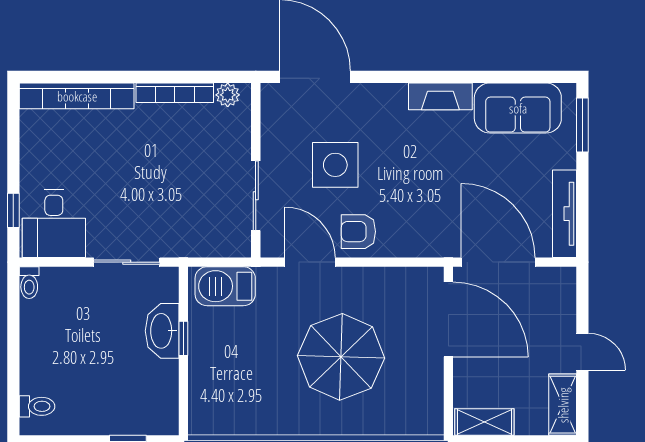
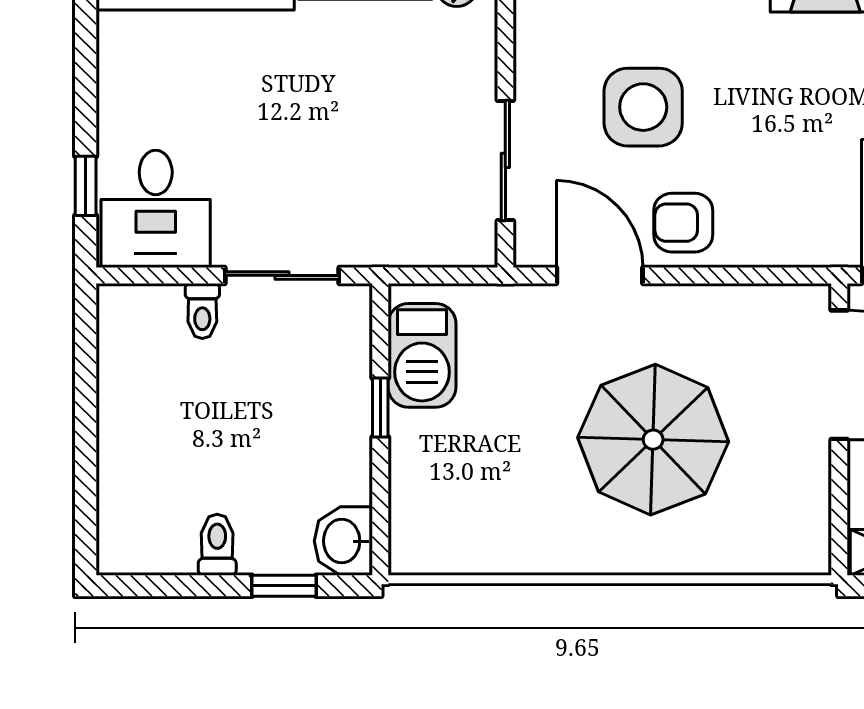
toilet: (29, 283) -> (202, 311), moved
barbecue: (225, 286) -> (422, 355), moved, turned -90
washbasin: (162, 331) -> (343, 541), moved, width x0.72
toilet: (37, 406) -> (217, 545), moved, turned -90

